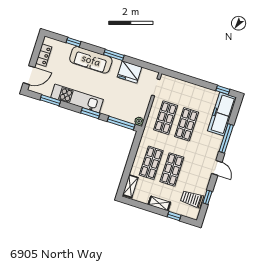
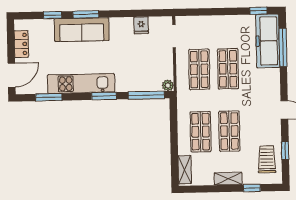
window: (114, 55) -> (86, 14), moved
fridge: (129, 72) -> (141, 25), width x0.53, depth x0.75
window: (226, 138) -> (283, 47), moved
trolley: (192, 199) -> (267, 159), turned 90

